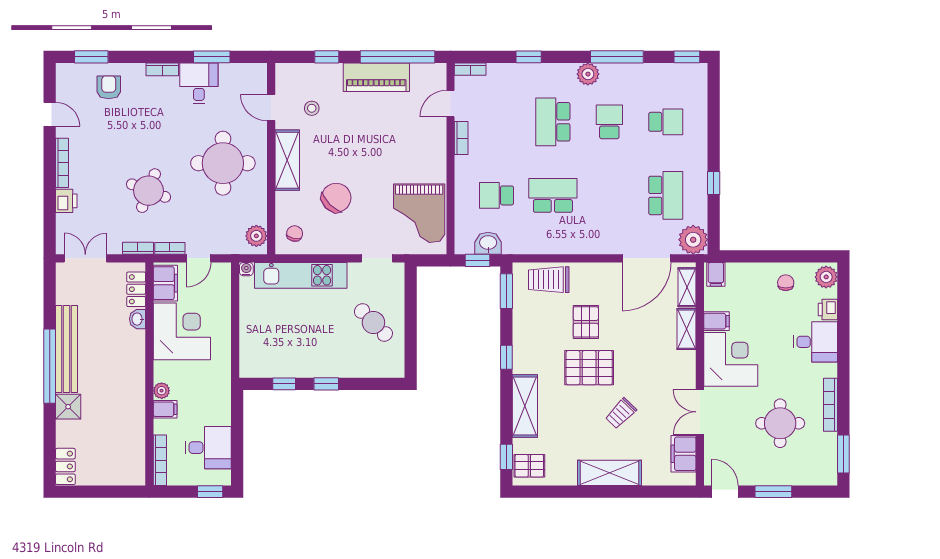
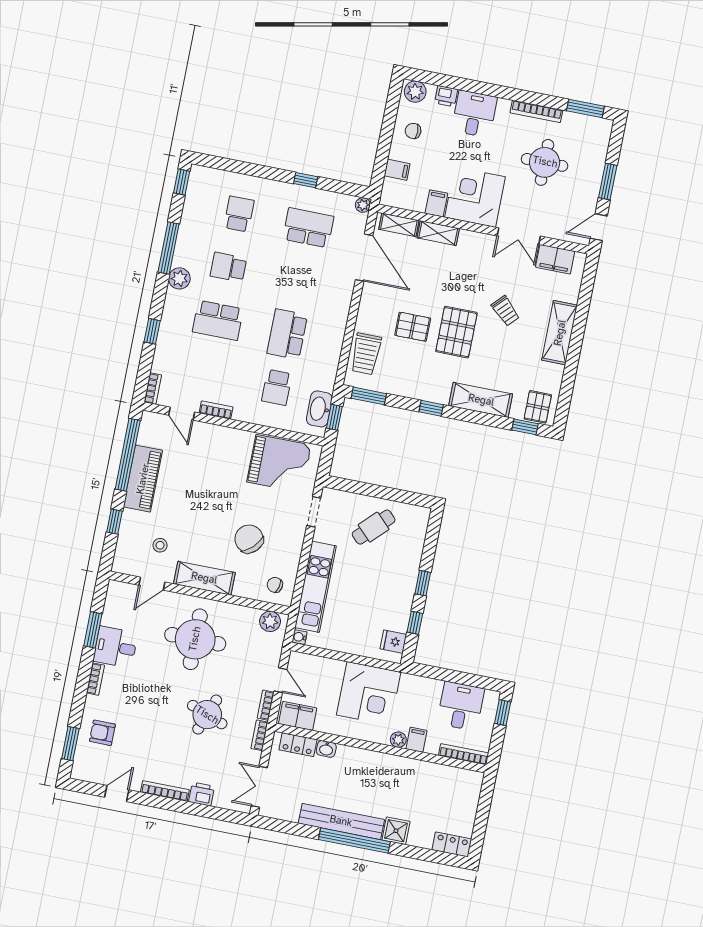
plant: (693, 240) -> (363, 205), width x0.53, depth x0.53
washbasin: (488, 243) -> (319, 409), width x1.38
filing cabinet: (716, 274) -> (397, 170), moved
corner desk: (182, 331) -> (369, 694), moved, turned 180
fridge: (261, 366) -> (393, 642), added

